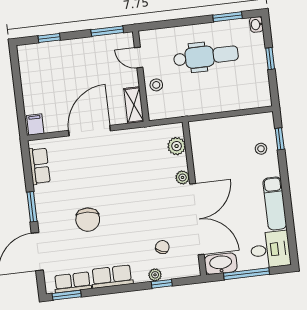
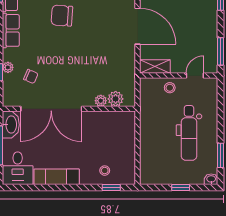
plant: (183, 177) -> (101, 101), moved

